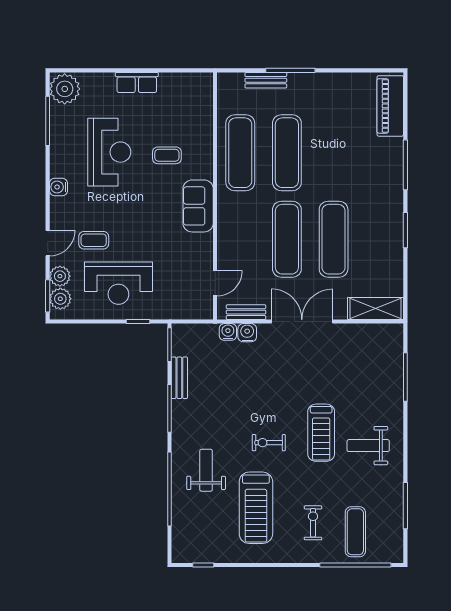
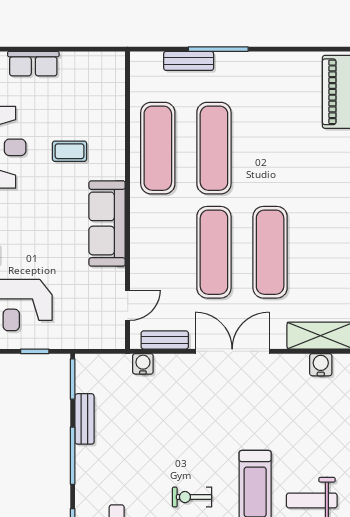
sofa: (198, 206) -> (107, 223), width x1.36
water cooler: (247, 333) -> (321, 365), moved

